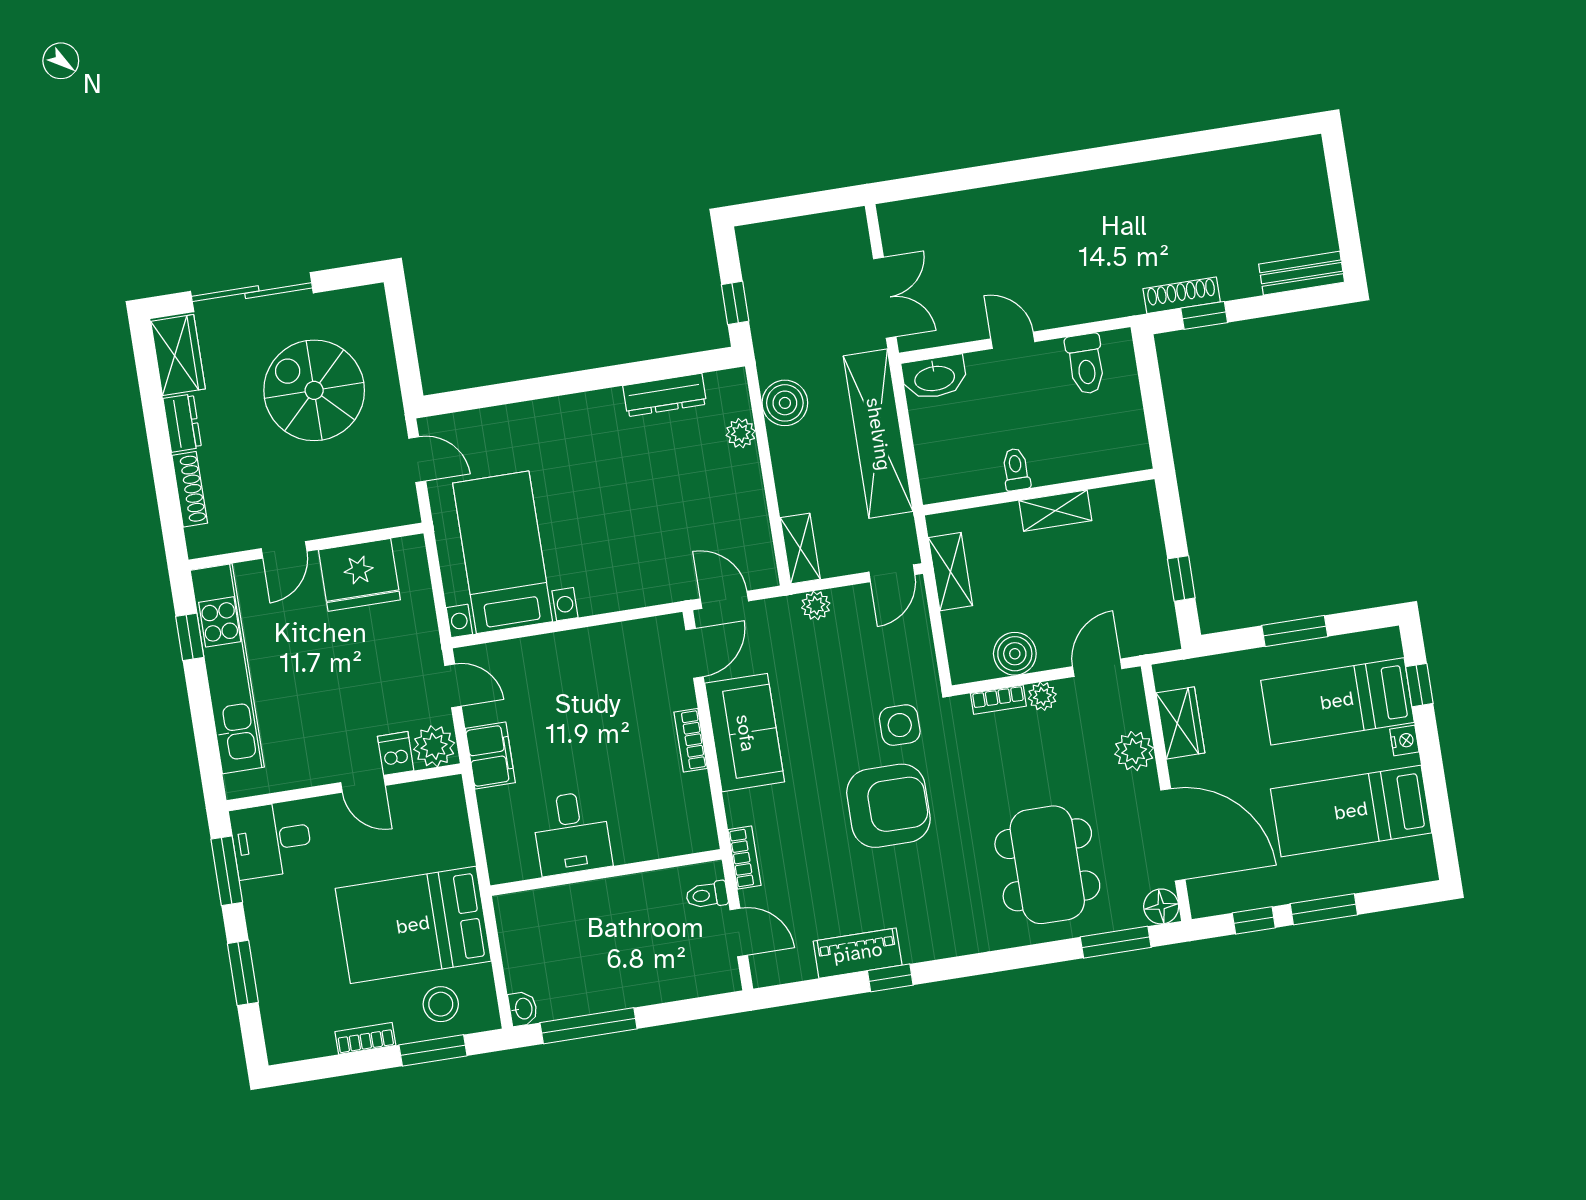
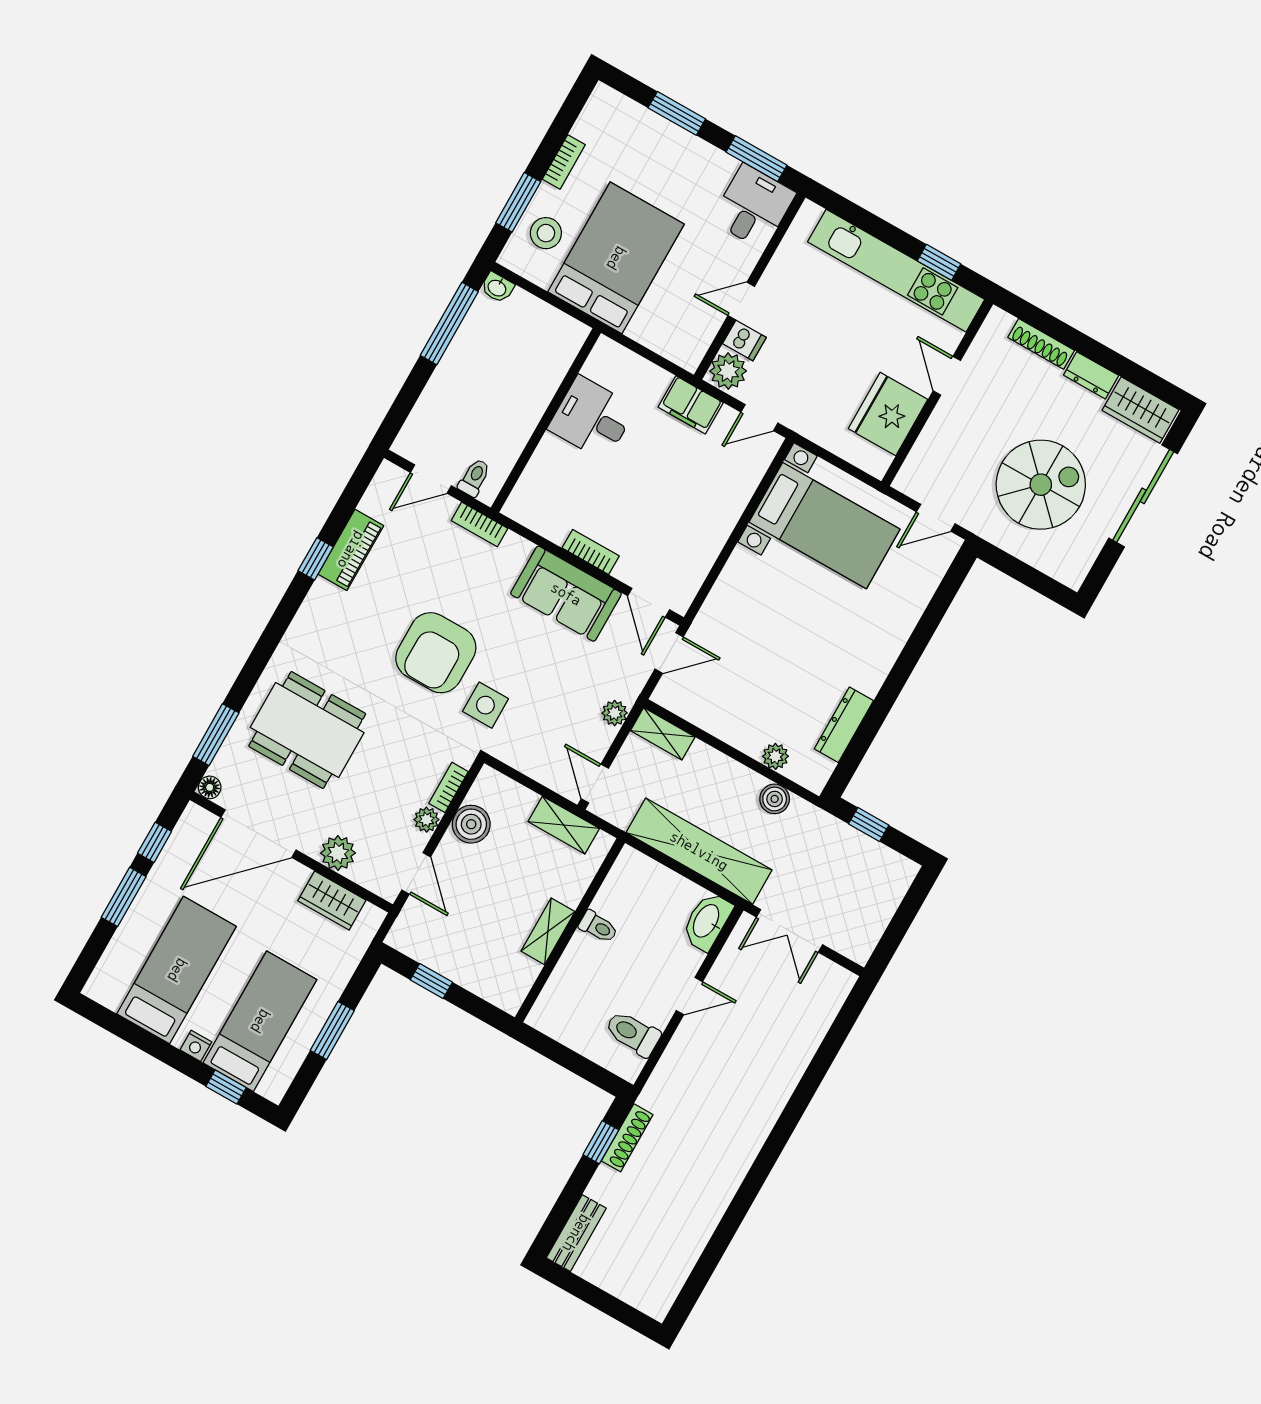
boiler: (785, 403) -> (775, 799), width x0.73, depth x0.73
floor lamp: (1161, 906) -> (210, 787), width x0.73, depth x0.73

